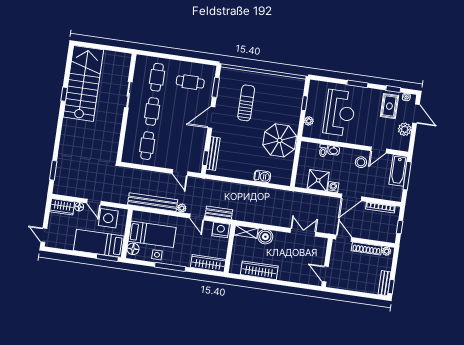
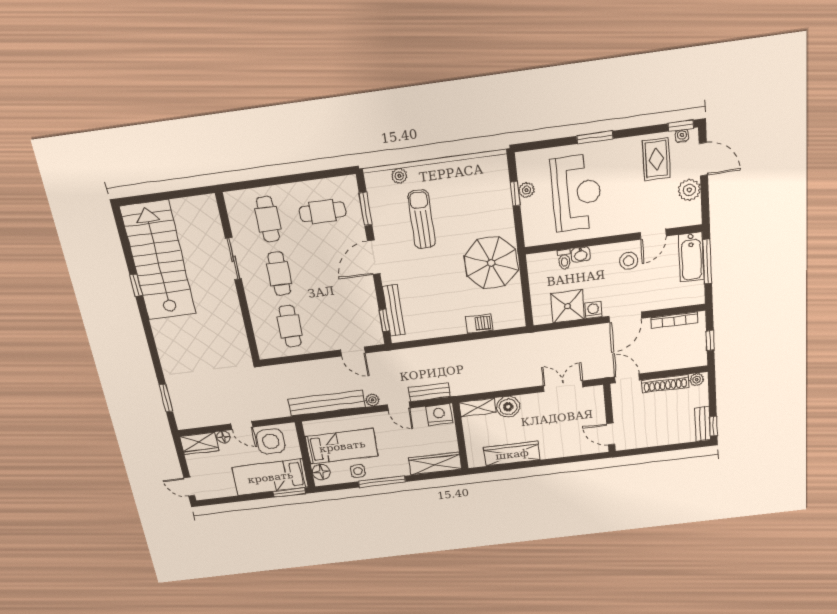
plant: (241, 74) -> (399, 176), added
window: (393, 89) -> (681, 126), moved
plant: (309, 121) -> (526, 190), moved

